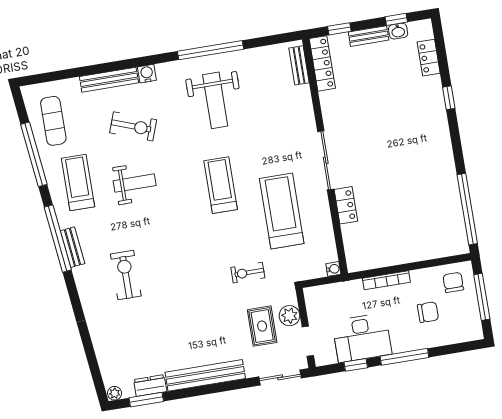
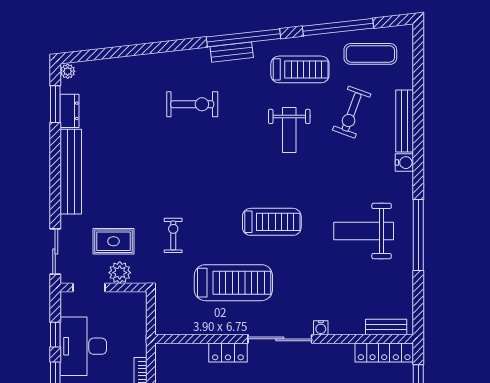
exercise bike: (133, 126) -> (352, 112), moved
water cooler: (333, 269) -> (321, 328), moved

